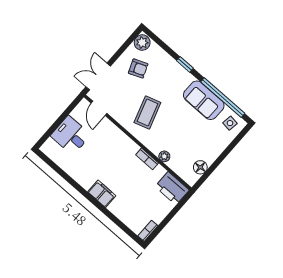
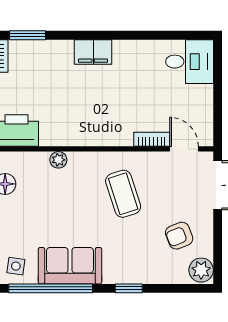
desk: (71, 135) -> (190, 62), moved
bookcase: (147, 159) -> (152, 139), moved
window: (126, 230) -> (27, 35), added

